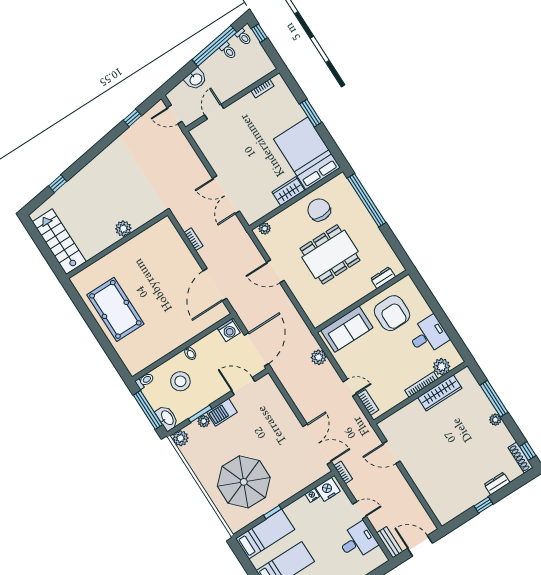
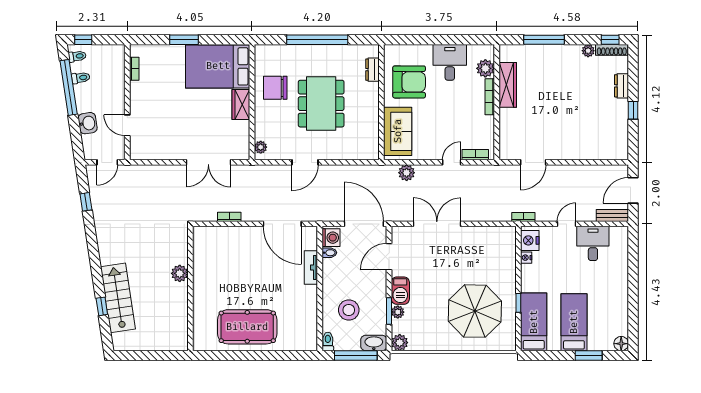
window: (367, 200) -> (317, 40), moved
stairs: (59, 242) -> (118, 298), moved, turned 81
tv unit: (195, 330) -> (311, 267), added
bidet: (190, 353) -> (329, 253), moved
plant: (495, 420) -> (588, 51), moved
double door: (317, 444) -> (437, 224), moved

